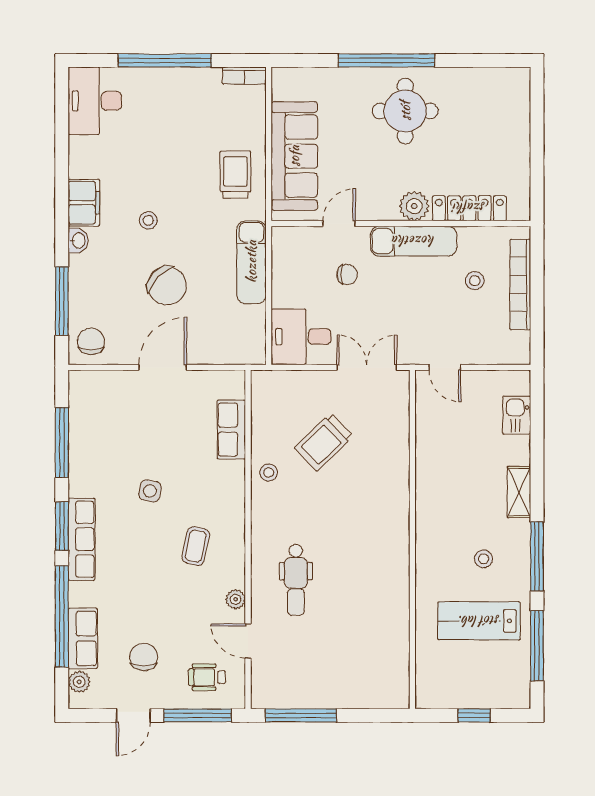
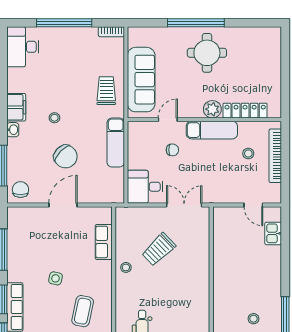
door: (445, 367) -> (253, 205), moved
shelving: (519, 492) -> (275, 279), removed
coffee table: (196, 546) -> (83, 311), width x1.36, depth x1.30

